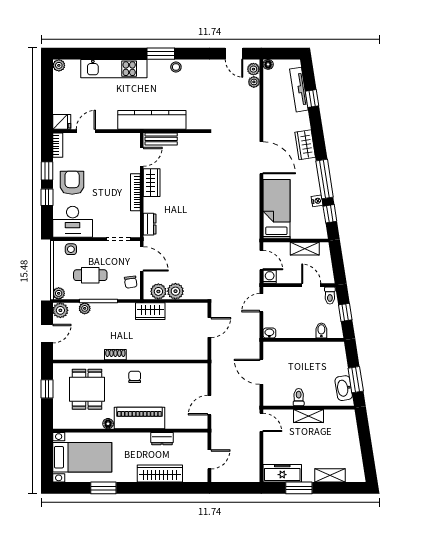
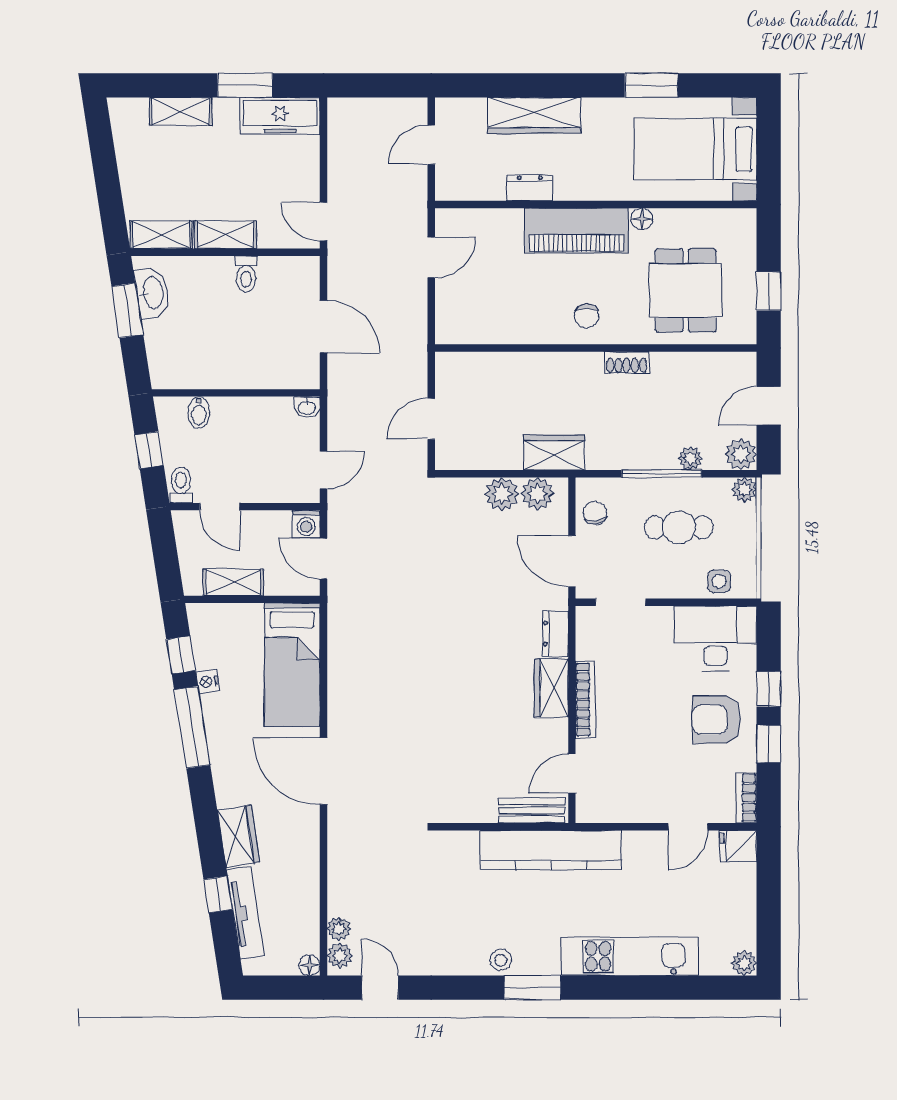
wardrobe: (305, 145) -> (238, 836), moved
armchair: (72, 183) -> (717, 720), turned 90
wardrobe: (152, 183) -> (551, 688), moved
shelving: (339, 416) -> (161, 235), added

